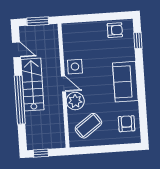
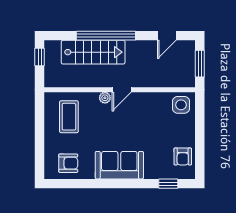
side table: (75, 67) -> (181, 105), moved
stairs: (32, 85) -> (93, 52), moved
plant: (75, 101) -> (105, 98), width x0.53, depth x0.53
coffee table: (88, 126) -> (69, 117), turned 36

